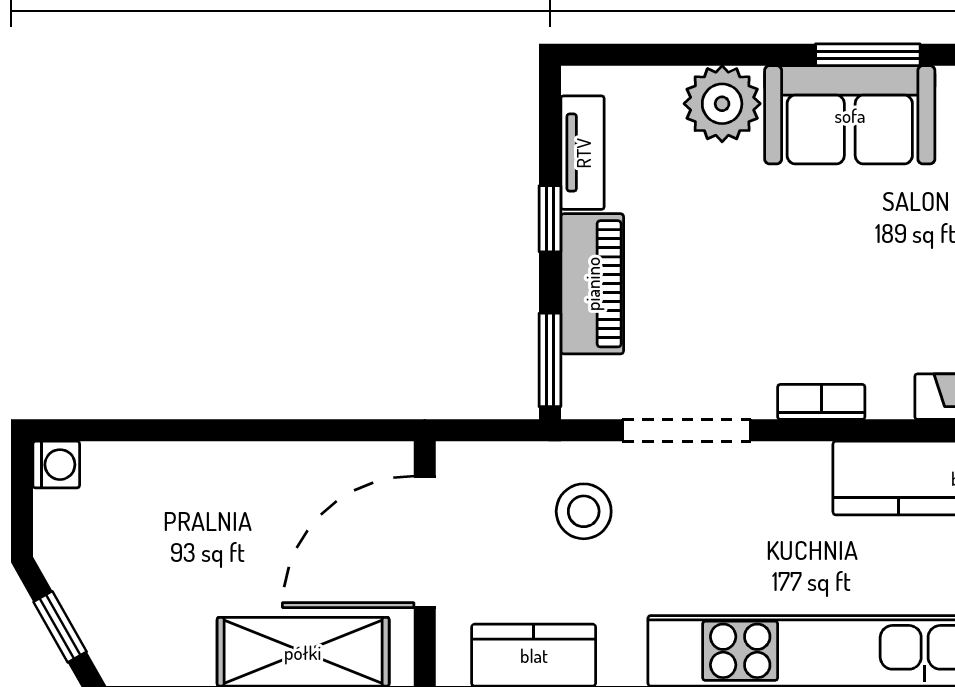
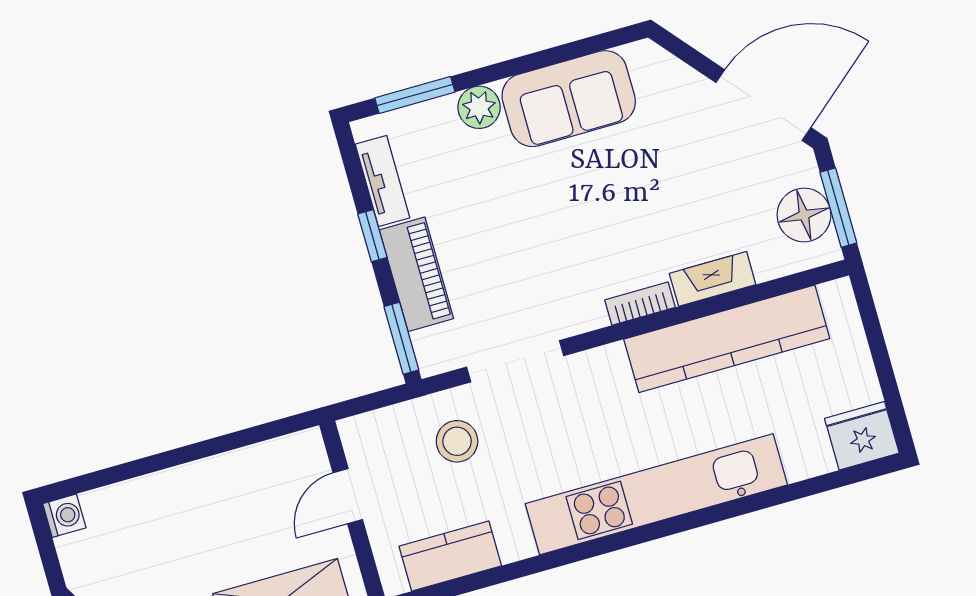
window: (868, 55) -> (415, 95), moved
plant: (722, 104) -> (479, 107), width x0.73, depth x0.73
bookcase: (821, 402) -> (640, 304), moved
door: (425, 542) -> (348, 496), width x0.53

